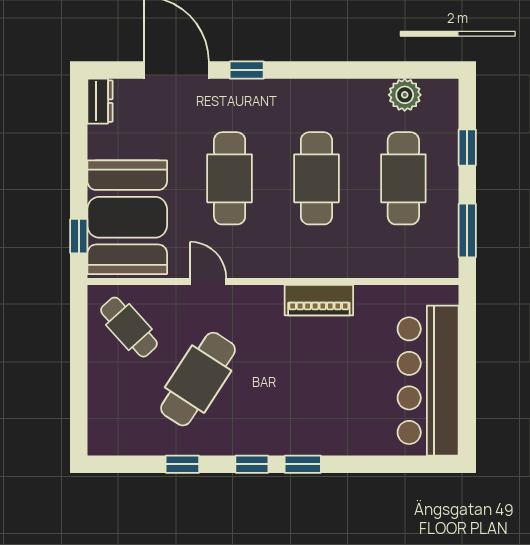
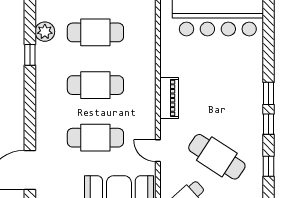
window: (247, 70) -> (30, 55), moved
door: (208, 281) -> (158, 151), hinge flipped
piano: (319, 300) -> (169, 98), moved

